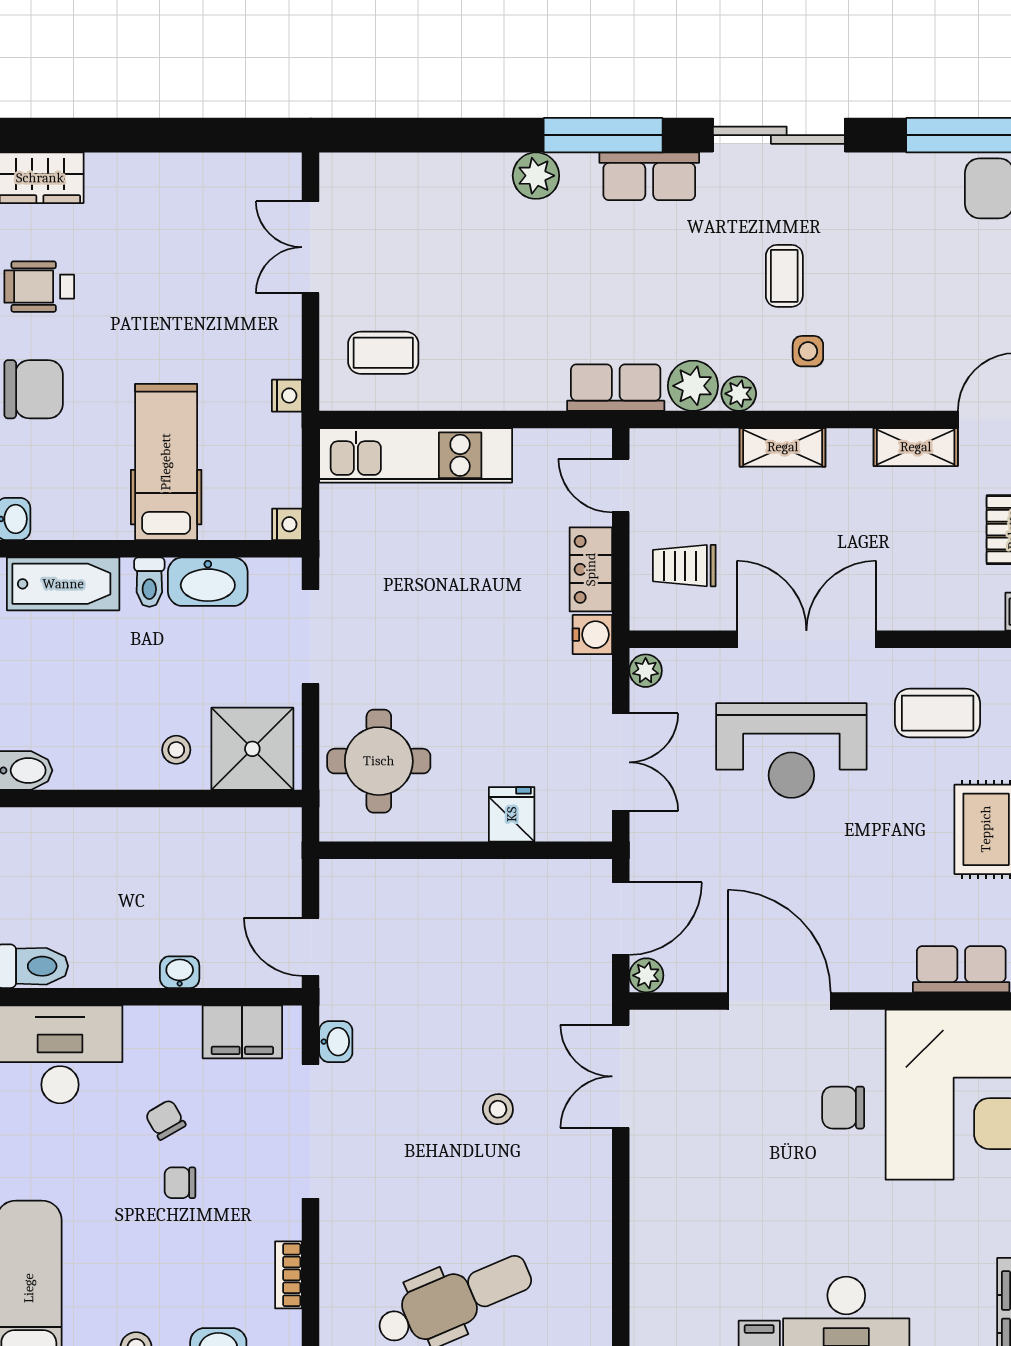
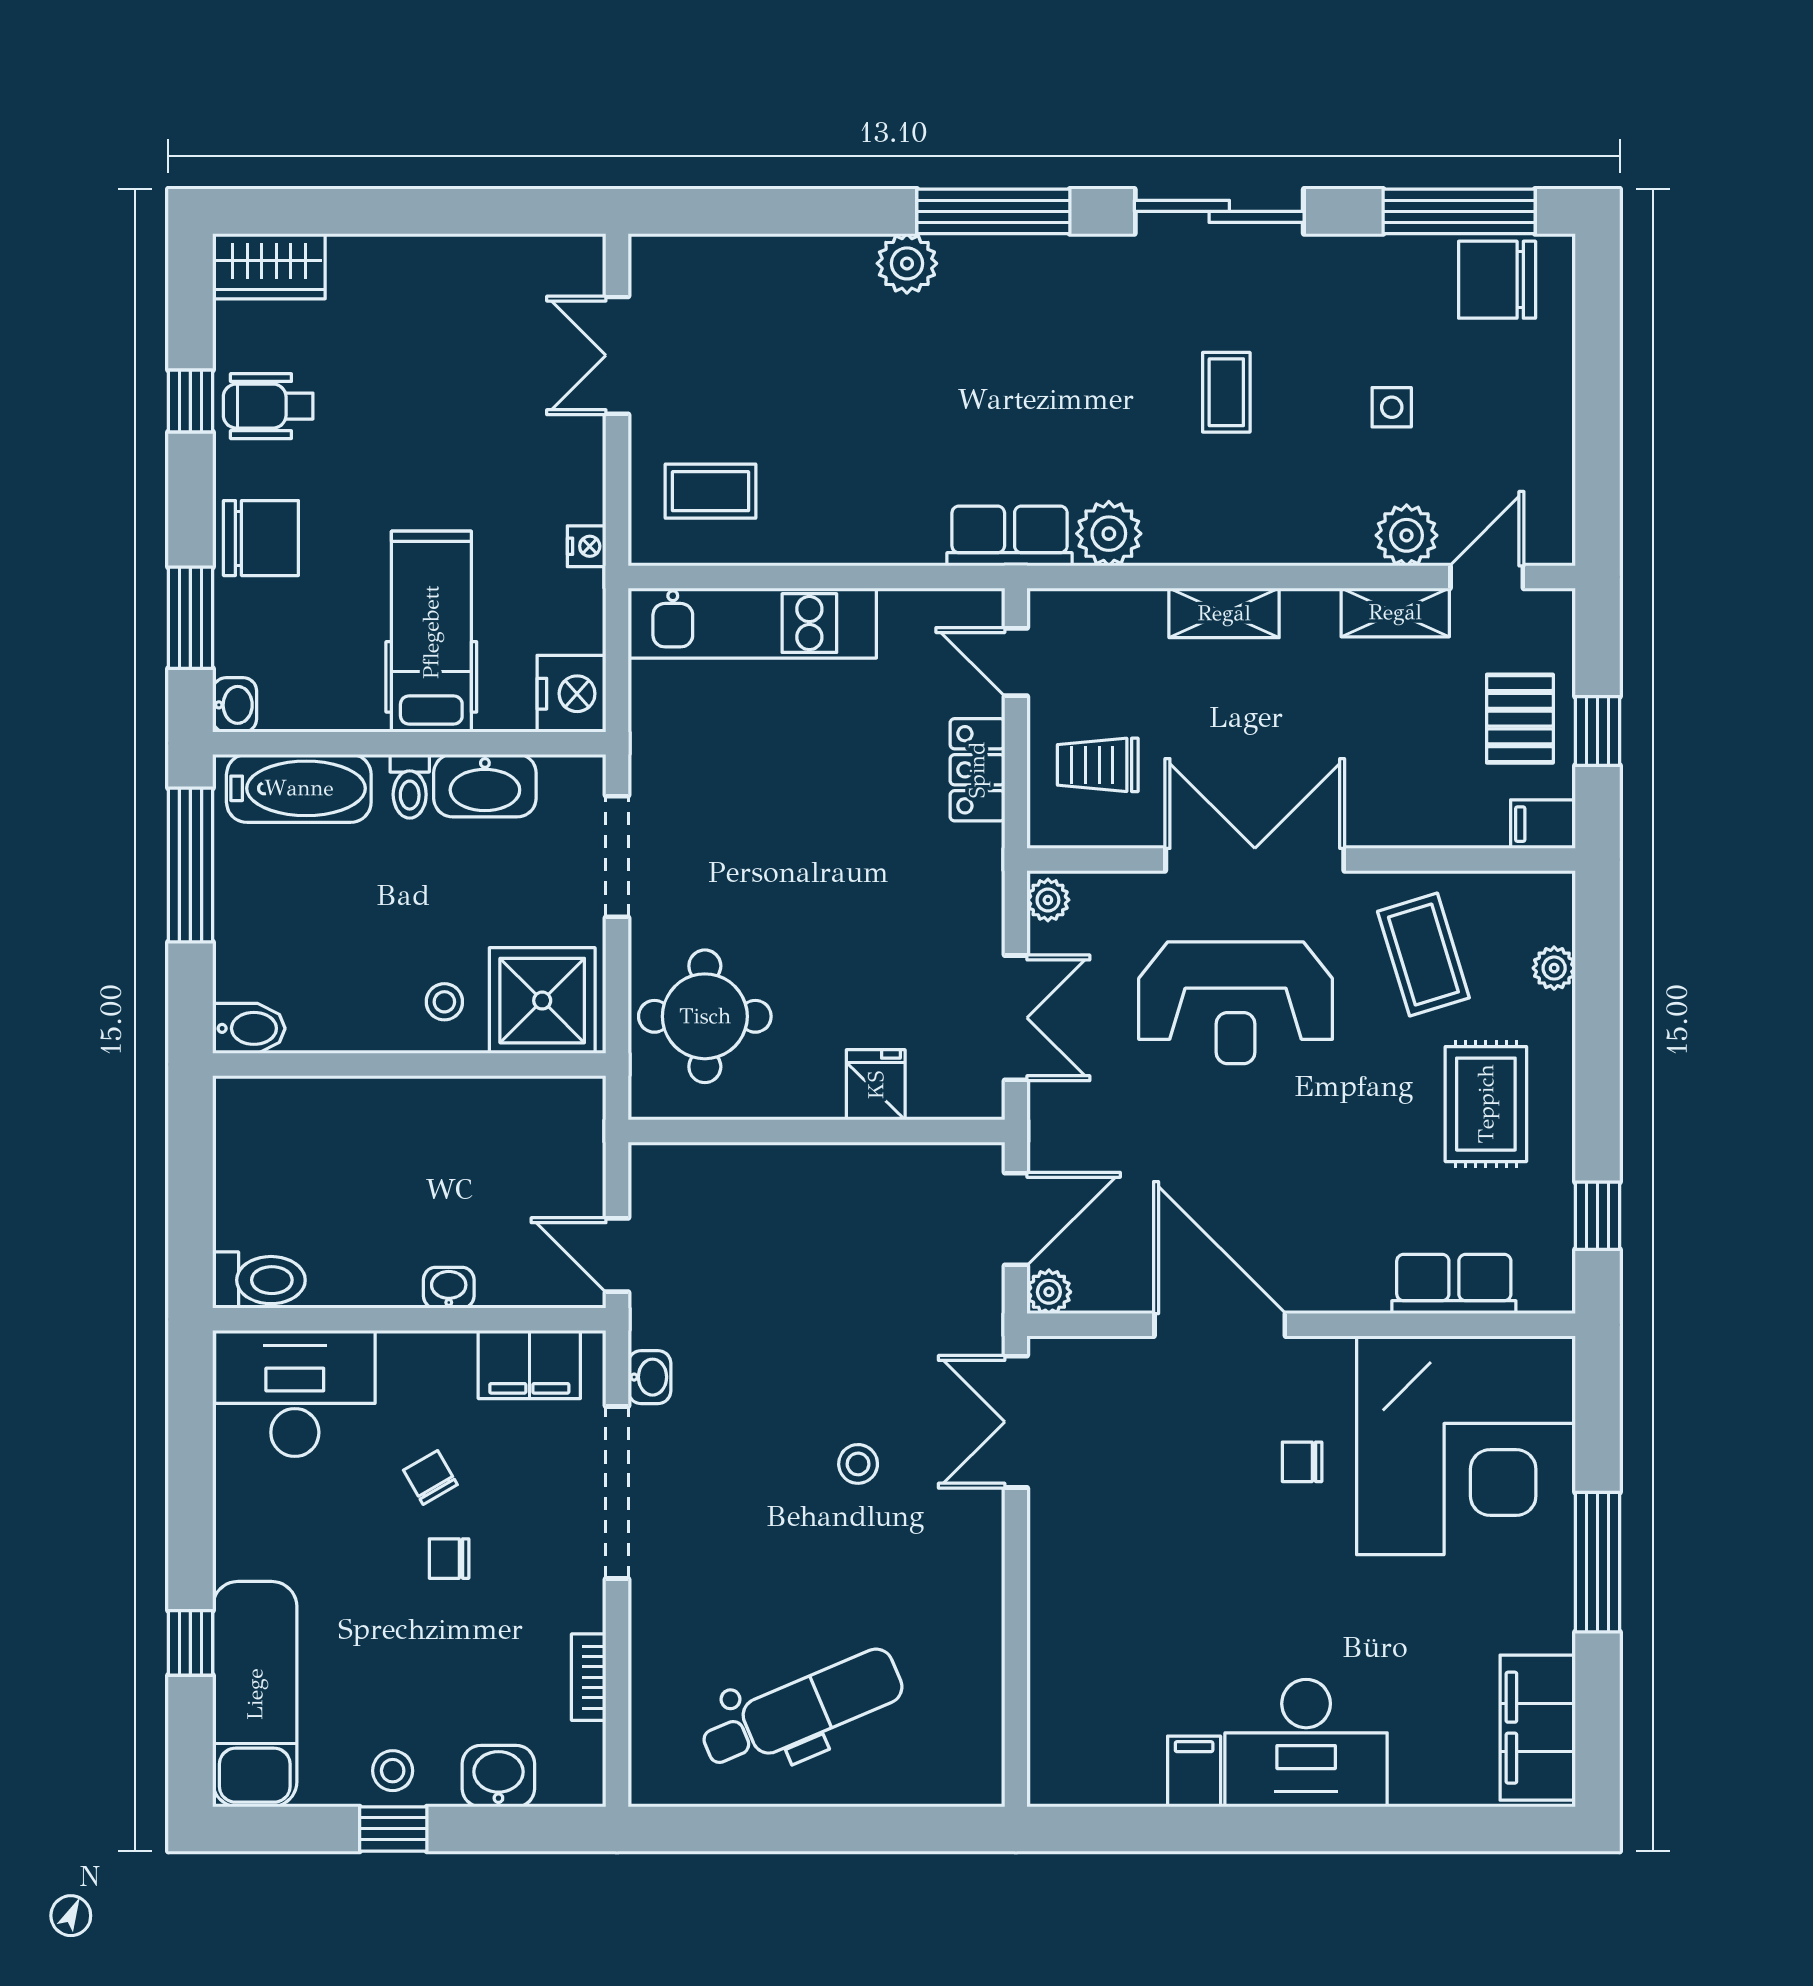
row of seats: (649, 176) -> (1053, 264), removed
side table: (808, 351) -> (1392, 407), moved
plant: (739, 394) -> (1407, 535), moved, width x1.38, depth x1.38
nightstand: (287, 524) -> (572, 694), width x1.89, depth x1.79
water cooler: (592, 635) -> (980, 854), removed
coffee table: (938, 713) -> (1423, 955), turned 73
chair: (843, 1108) -> (1302, 1462), width x0.73, depth x0.73

